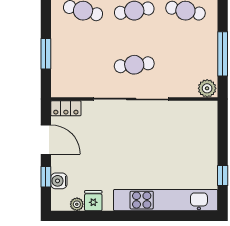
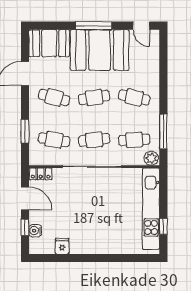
cafe table: (83, 65) -> (54, 140), added
cafe table: (185, 65) -> (134, 140), added
kitchen unit: (166, 200) -> (151, 209), moved, turned -90
plant: (77, 204) -> (49, 249), removed

